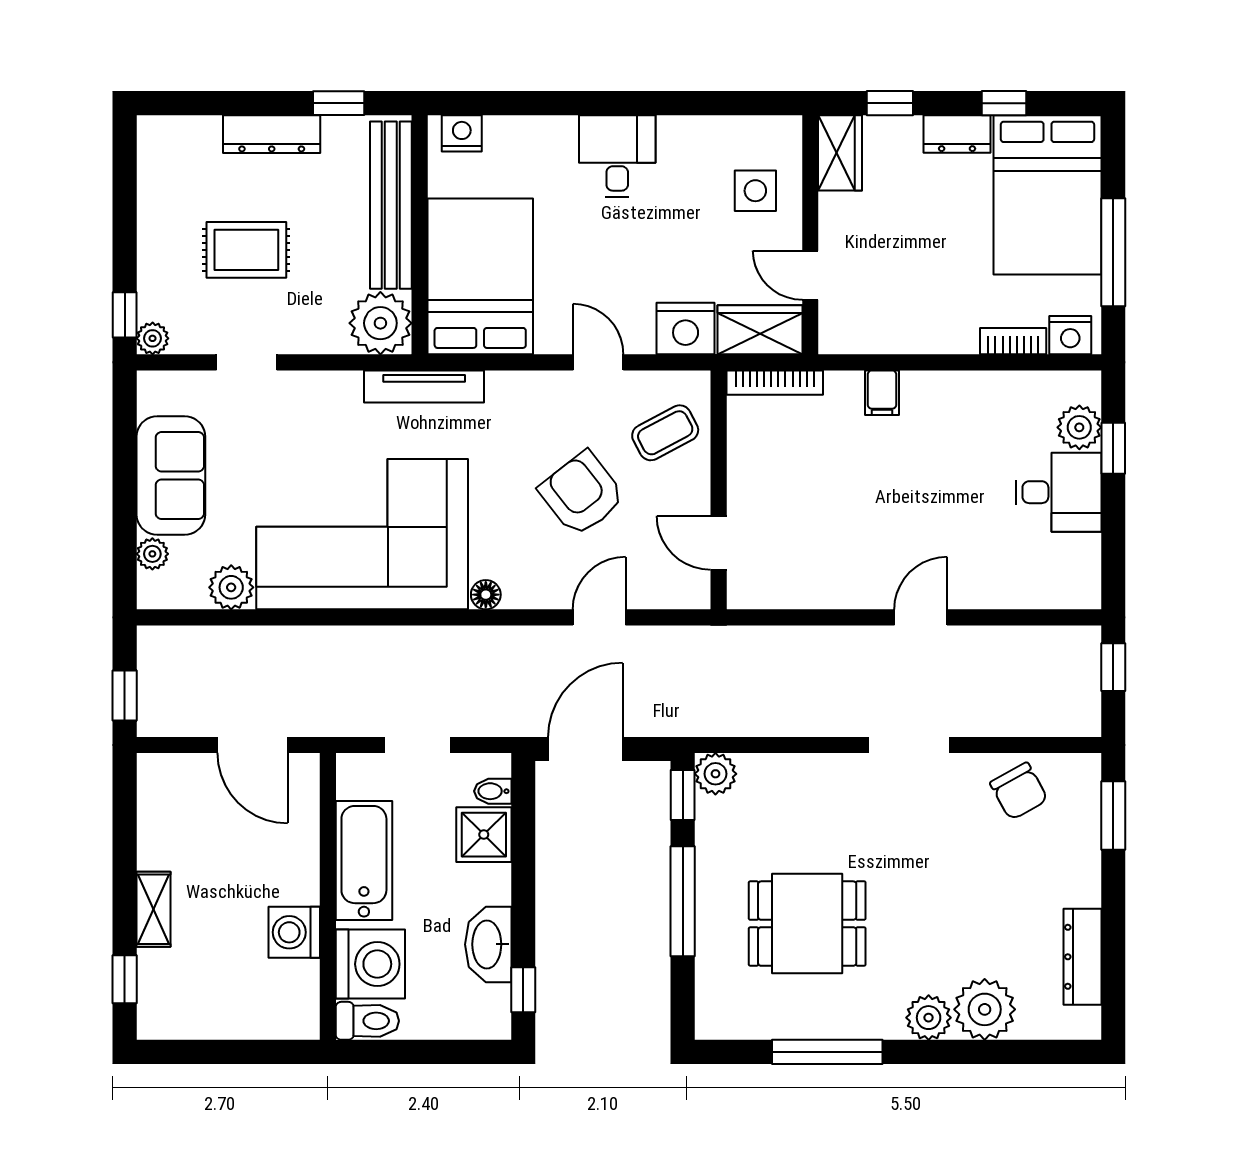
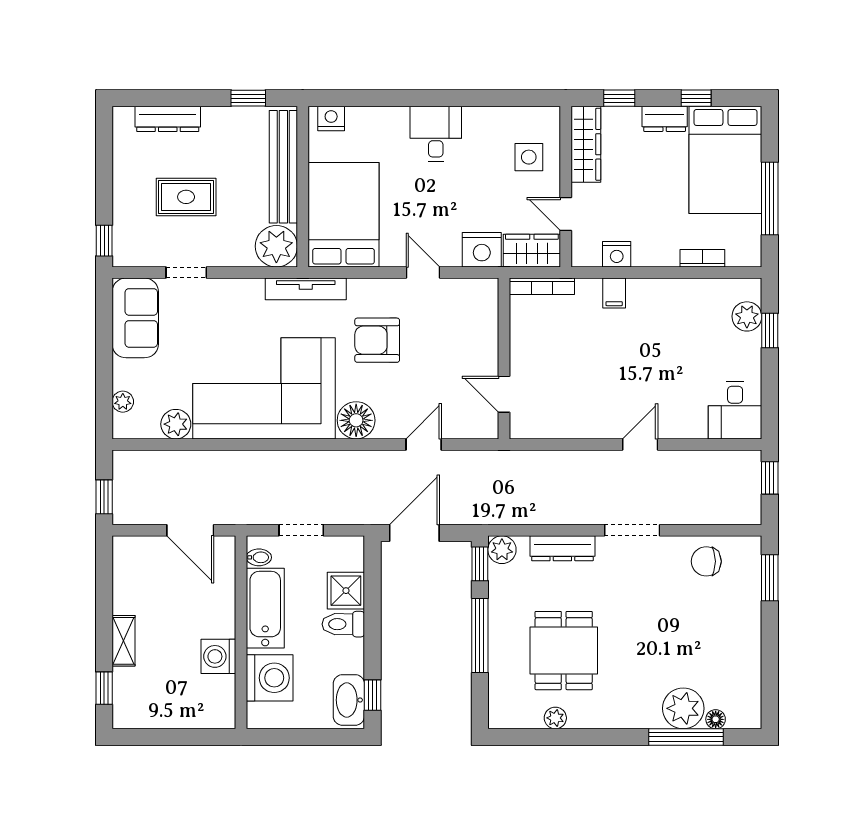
dresser: (272, 134) -> (168, 119), moved
wardrobe: (840, 153) -> (586, 144), width x1.50
nightstand: (1070, 335) -> (617, 254), moved
plant: (153, 338) -> (123, 256), removed
coffee table: (665, 433) -> (468, 320), removed
sofa: (171, 476) -> (135, 318), moved
desk: (1059, 492) -> (735, 410), moved, turned 90
armchair: (582, 494) -> (377, 340), moved, turned -52
floor lamp: (486, 595) -> (356, 420), width x1.89, depth x1.89
bidet: (493, 791) -> (259, 557), moved, turned 180
chair: (1019, 791) -> (706, 561), turned 119
dining table: (807, 924) -> (564, 651), turned 90
washbasin: (488, 944) -> (349, 700), moved
dresser: (1082, 957) -> (562, 548), moved, turned -90
plant: (929, 1018) -> (555, 718), moved, width x0.73, depth x0.73
toilet: (367, 1021) -> (343, 624), moved, turned 180
floor lamp: (1033, 1026) -> (716, 719), added
window: (827, 1052) -> (686, 737), moved

